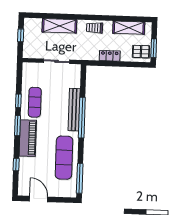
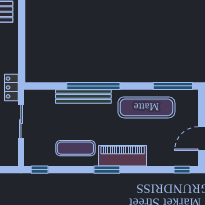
locker: (110, 56) -> (11, 87), moved
window: (18, 101) -> (40, 170), moved
window: (16, 165) -> (182, 170), moved

